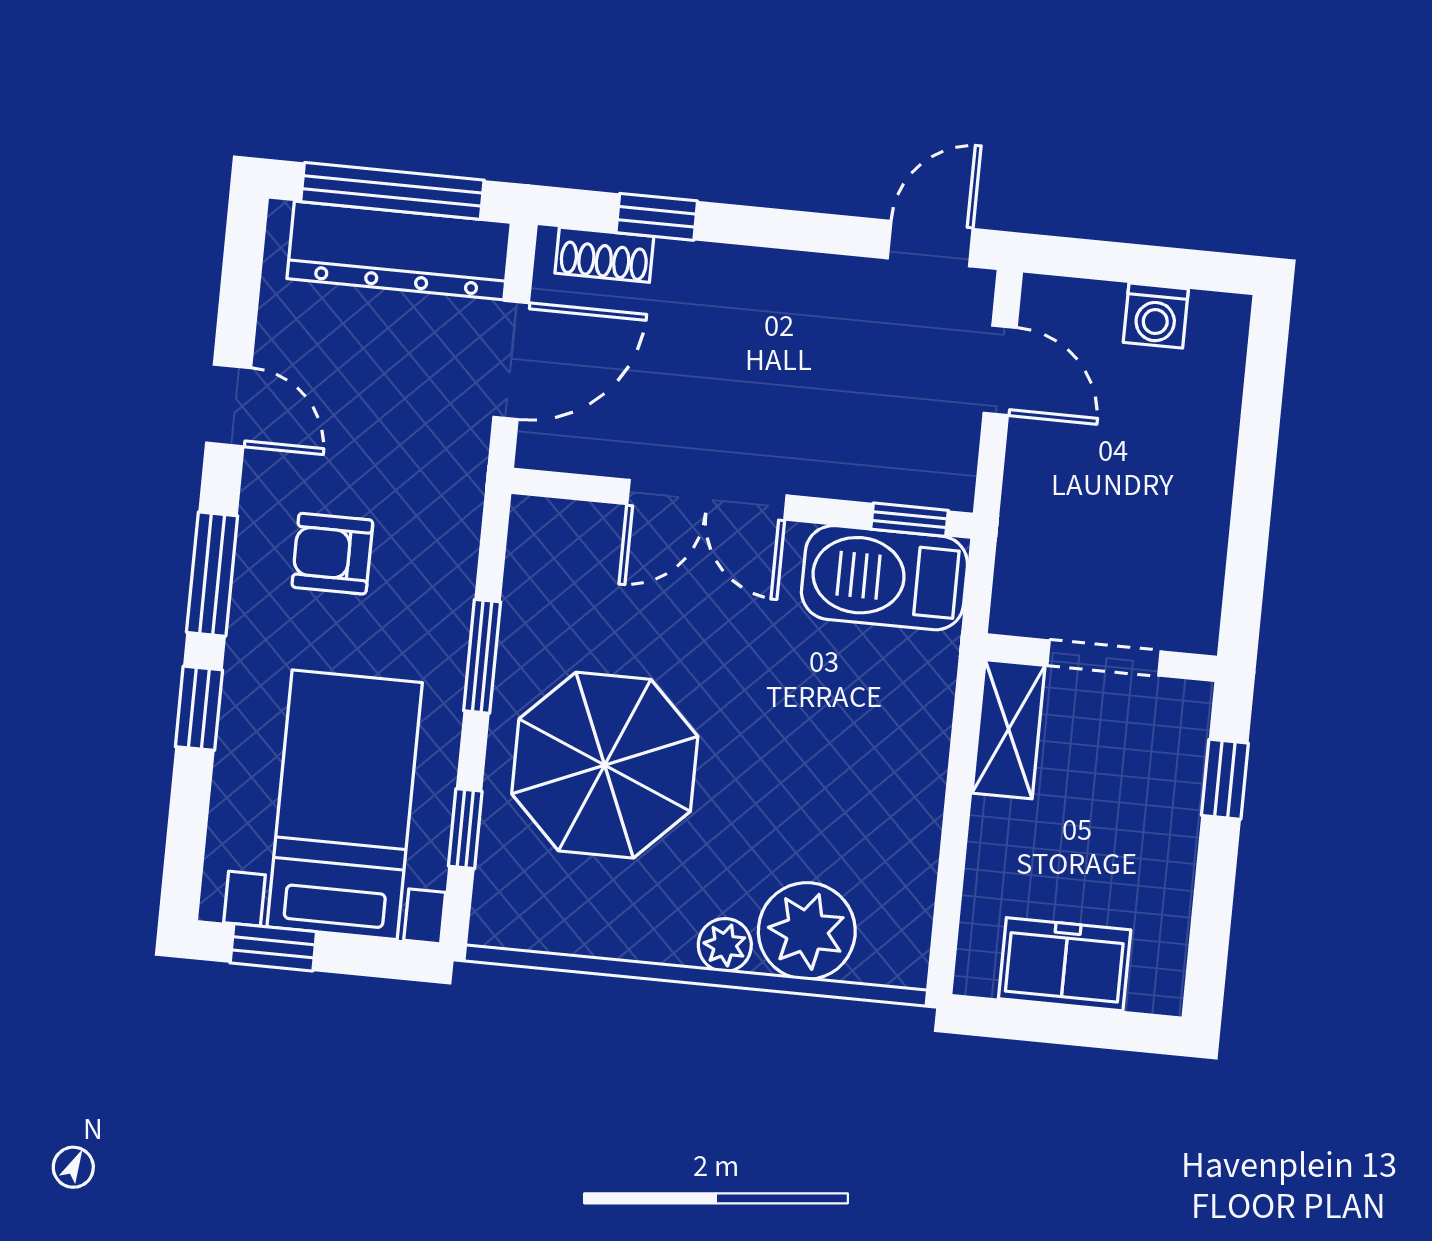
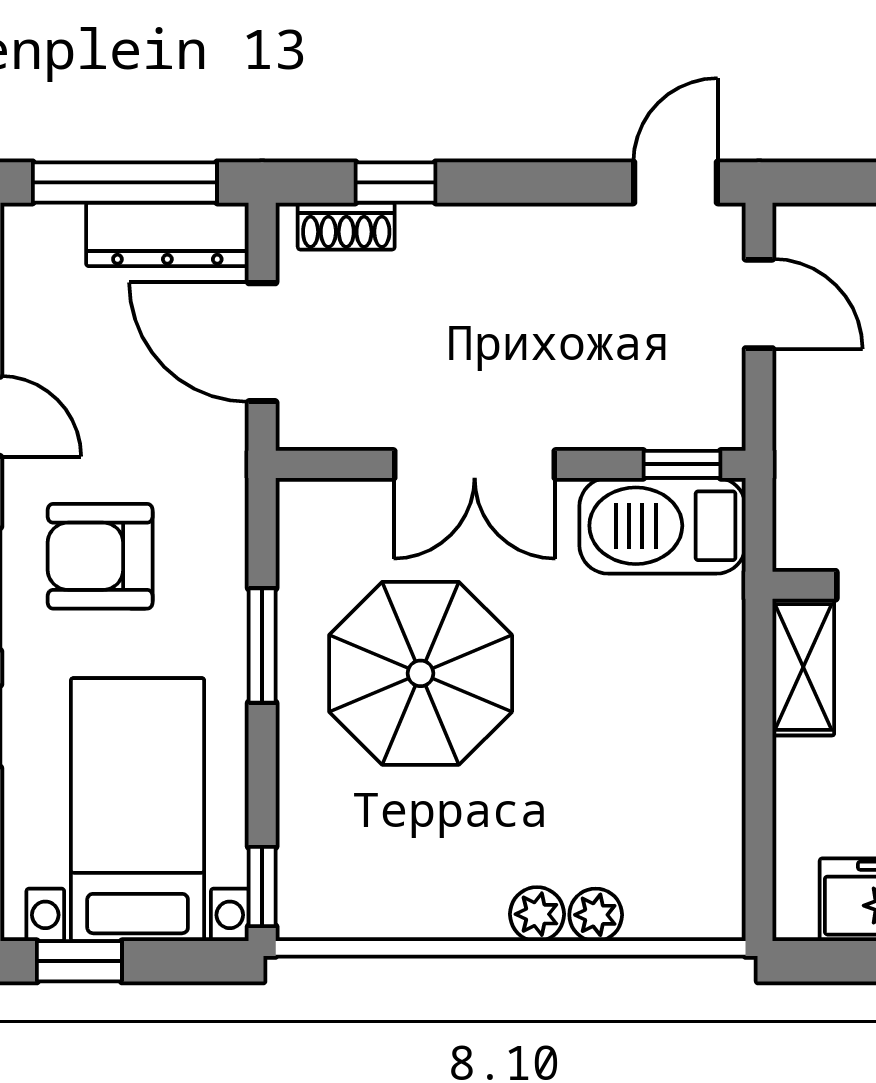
dresser: (399, 250) -> (167, 234), width x0.73, depth x0.80
door: (511, 360) -> (262, 342), swing flipped
armchair: (332, 554) -> (100, 556), width x1.38, depth x1.38
parasol: (605, 765) -> (421, 673), moved
window: (465, 829) -> (262, 887), moved
plant: (807, 931) -> (596, 915), width x0.53, depth x0.53

